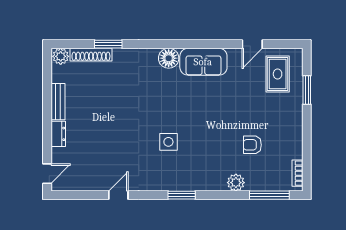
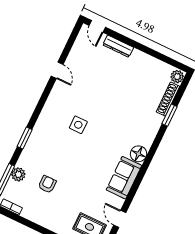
bench: (58, 102) -> (145, 59), removed
dresser: (58, 134) -> (118, 46), width x1.44
plant: (236, 183) -> (18, 174), moved
window: (182, 195) -> (25, 138), moved

